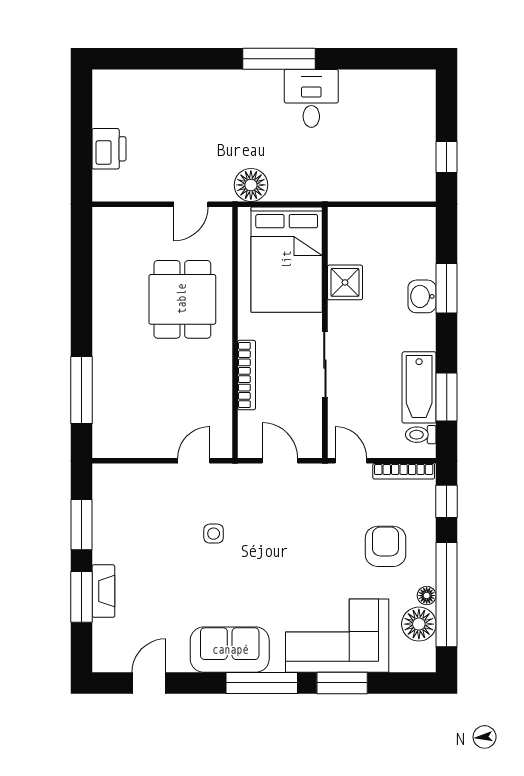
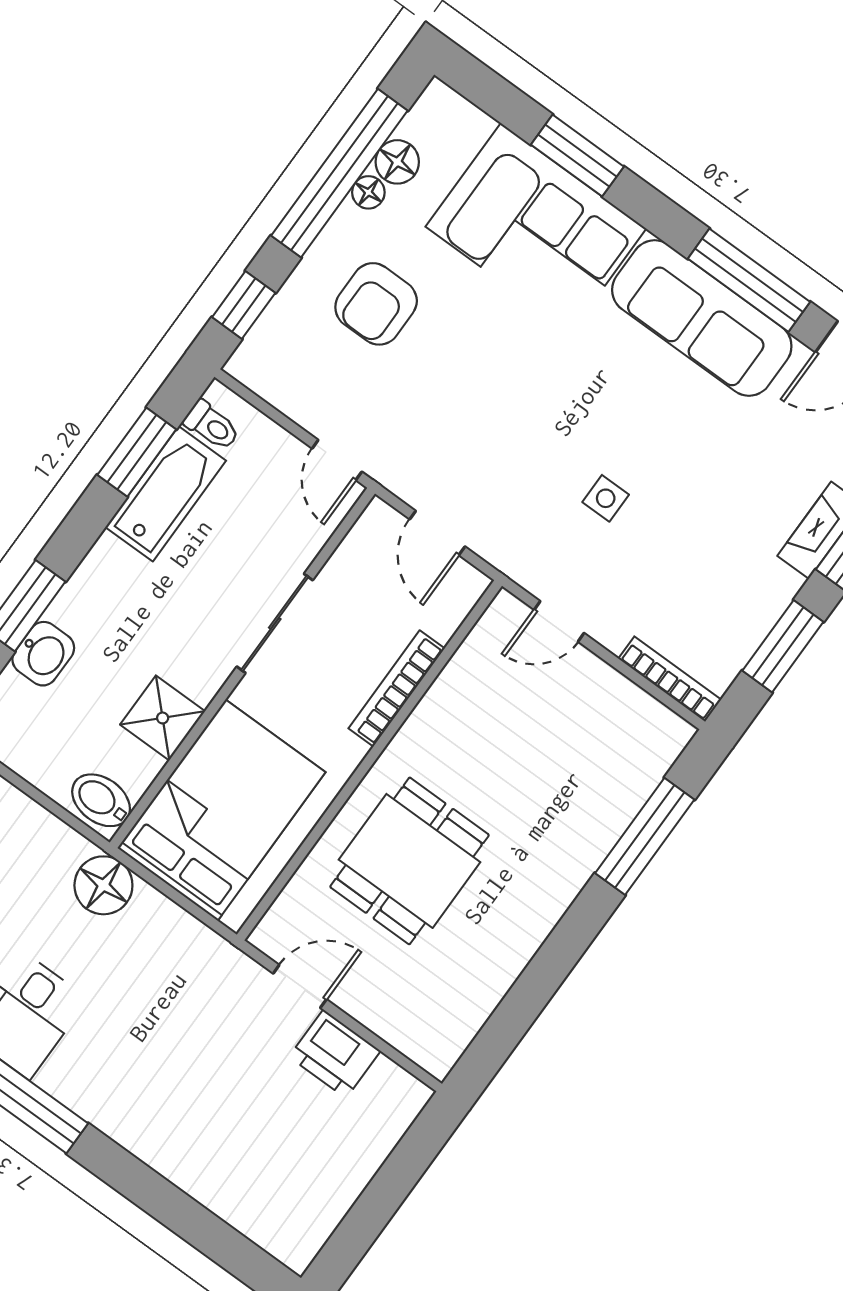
printer: (109, 149) -> (335, 1054), moved, turned -90
floor lamp: (251, 185) -> (103, 885), moved
bidet: (346, 224) -> (101, 800), added
washbasin: (422, 296) -> (43, 654), moved
bookcase: (404, 471) -> (670, 679), moved
floor lamp: (419, 624) -> (397, 162), width x0.73, depth x0.73
sofa: (230, 650) -> (702, 318), width x1.36
window: (262, 683) -> (749, 280), moved

